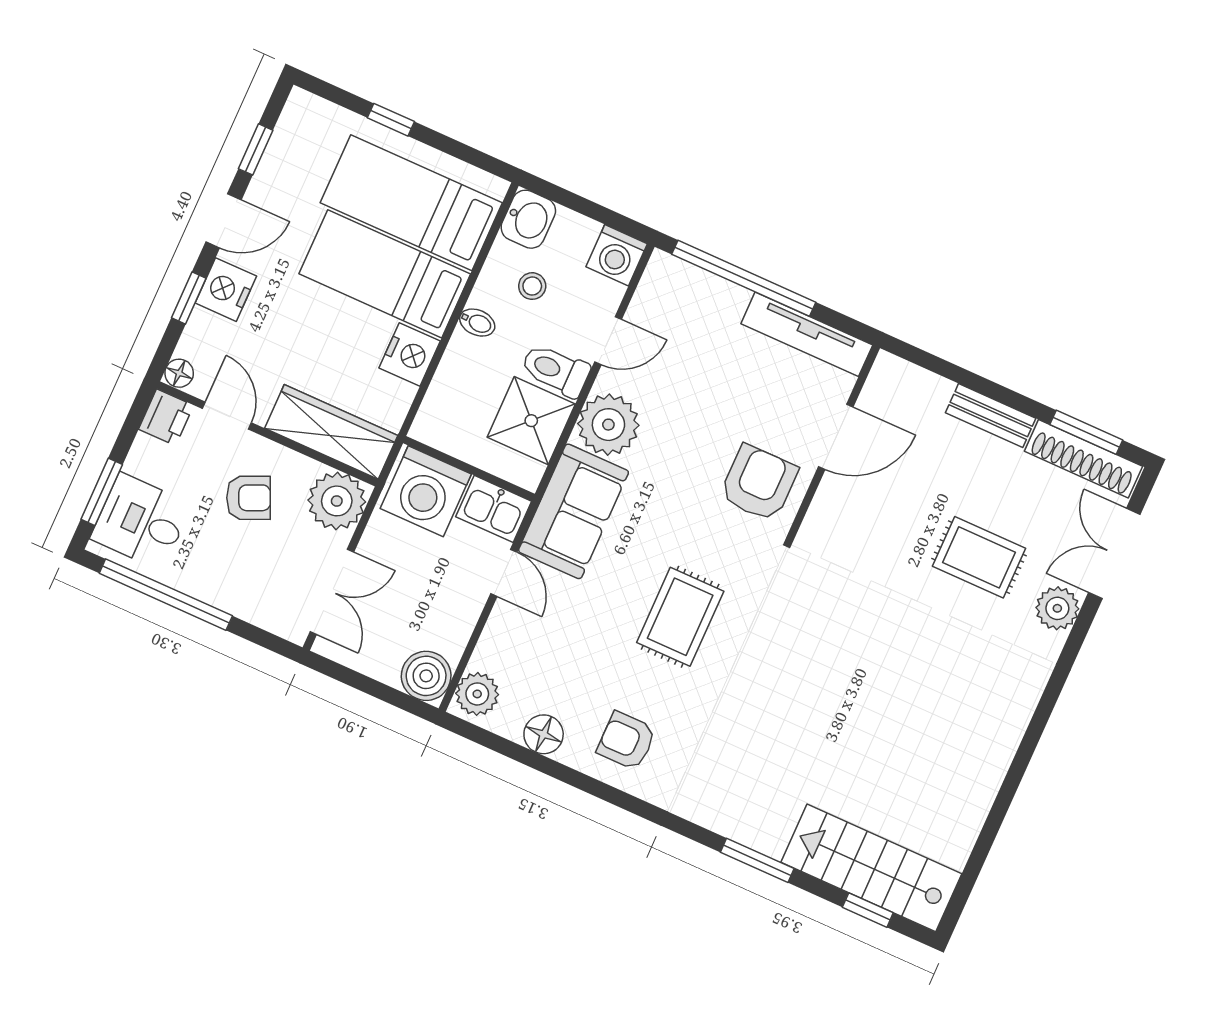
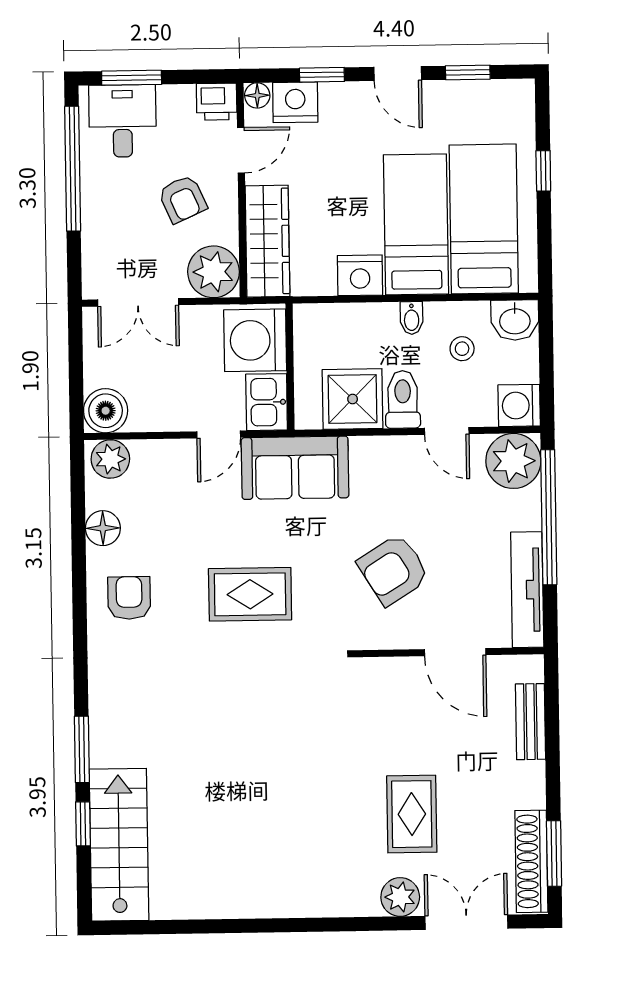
nightstand: (226, 290) -> (295, 102), moved
bench: (991, 416) -> (530, 722), moved
plant: (608, 425) -> (513, 461), moved
armchair: (759, 483) -> (393, 570), moved, turned 148
window: (868, 910) -> (83, 824), moved

